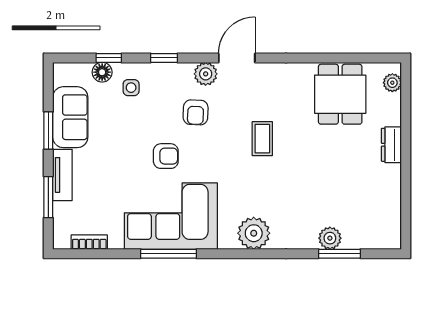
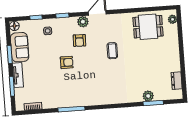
floor lamp: (102, 72) -> (14, 26), moved
dining table: (340, 94) -> (148, 27), turned 90
dresser: (391, 145) -> (177, 81), moved
corner sofa: (171, 216) -> (71, 91), removed
plant: (254, 233) -> (112, 96), removed

